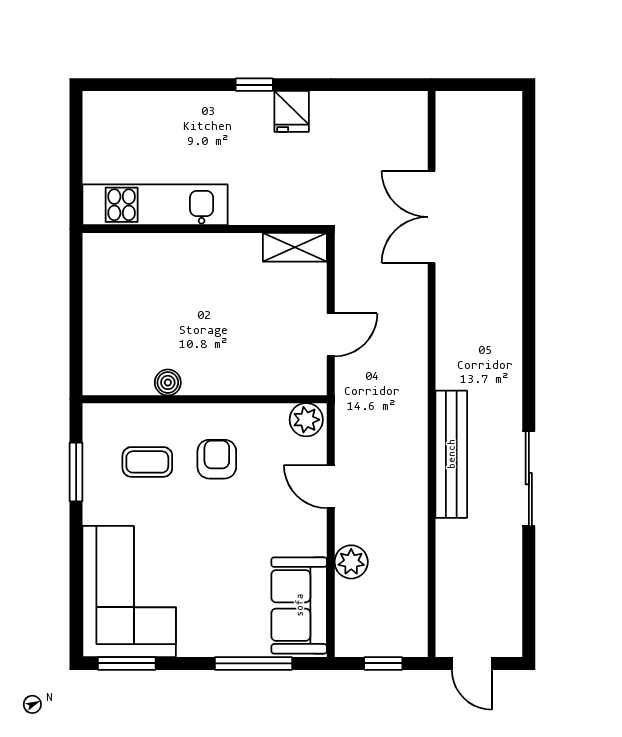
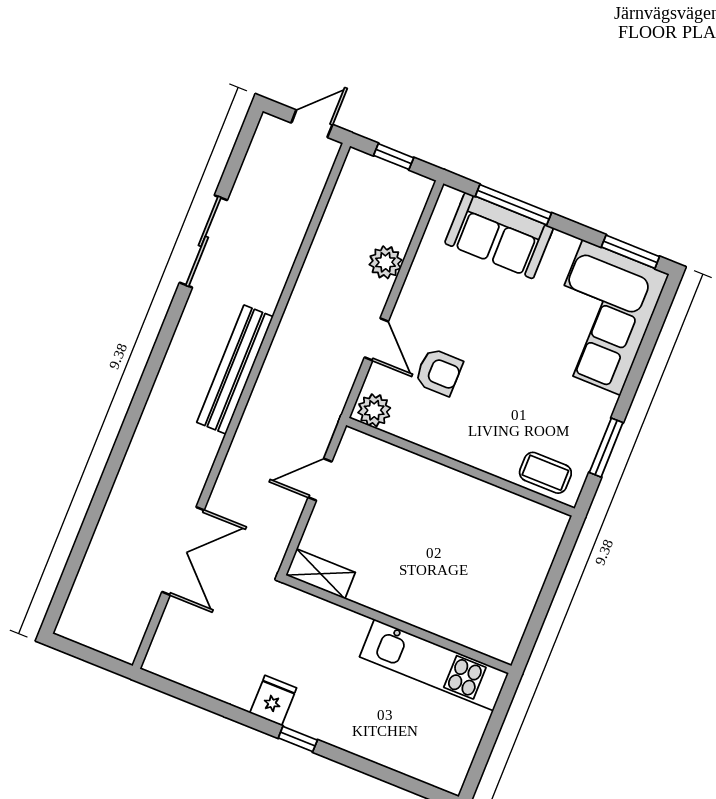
boiler: (168, 382) -> (488, 496), removed
bench: (451, 454) -> (235, 370), moved
armchair: (217, 459) -> (439, 372), moved, turned -90
coffee table: (147, 462) -> (545, 473), moved
sliding door: (529, 479) -> (203, 241), moved
sofa: (299, 605) -> (499, 236), moved, turned 90
door: (472, 663) -> (312, 124), hinge flipped

